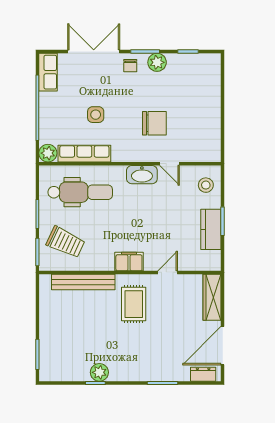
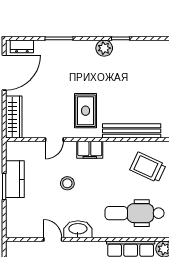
stool: (206, 185) -> (67, 183), moved
plant: (99, 372) -> (104, 48), moved

